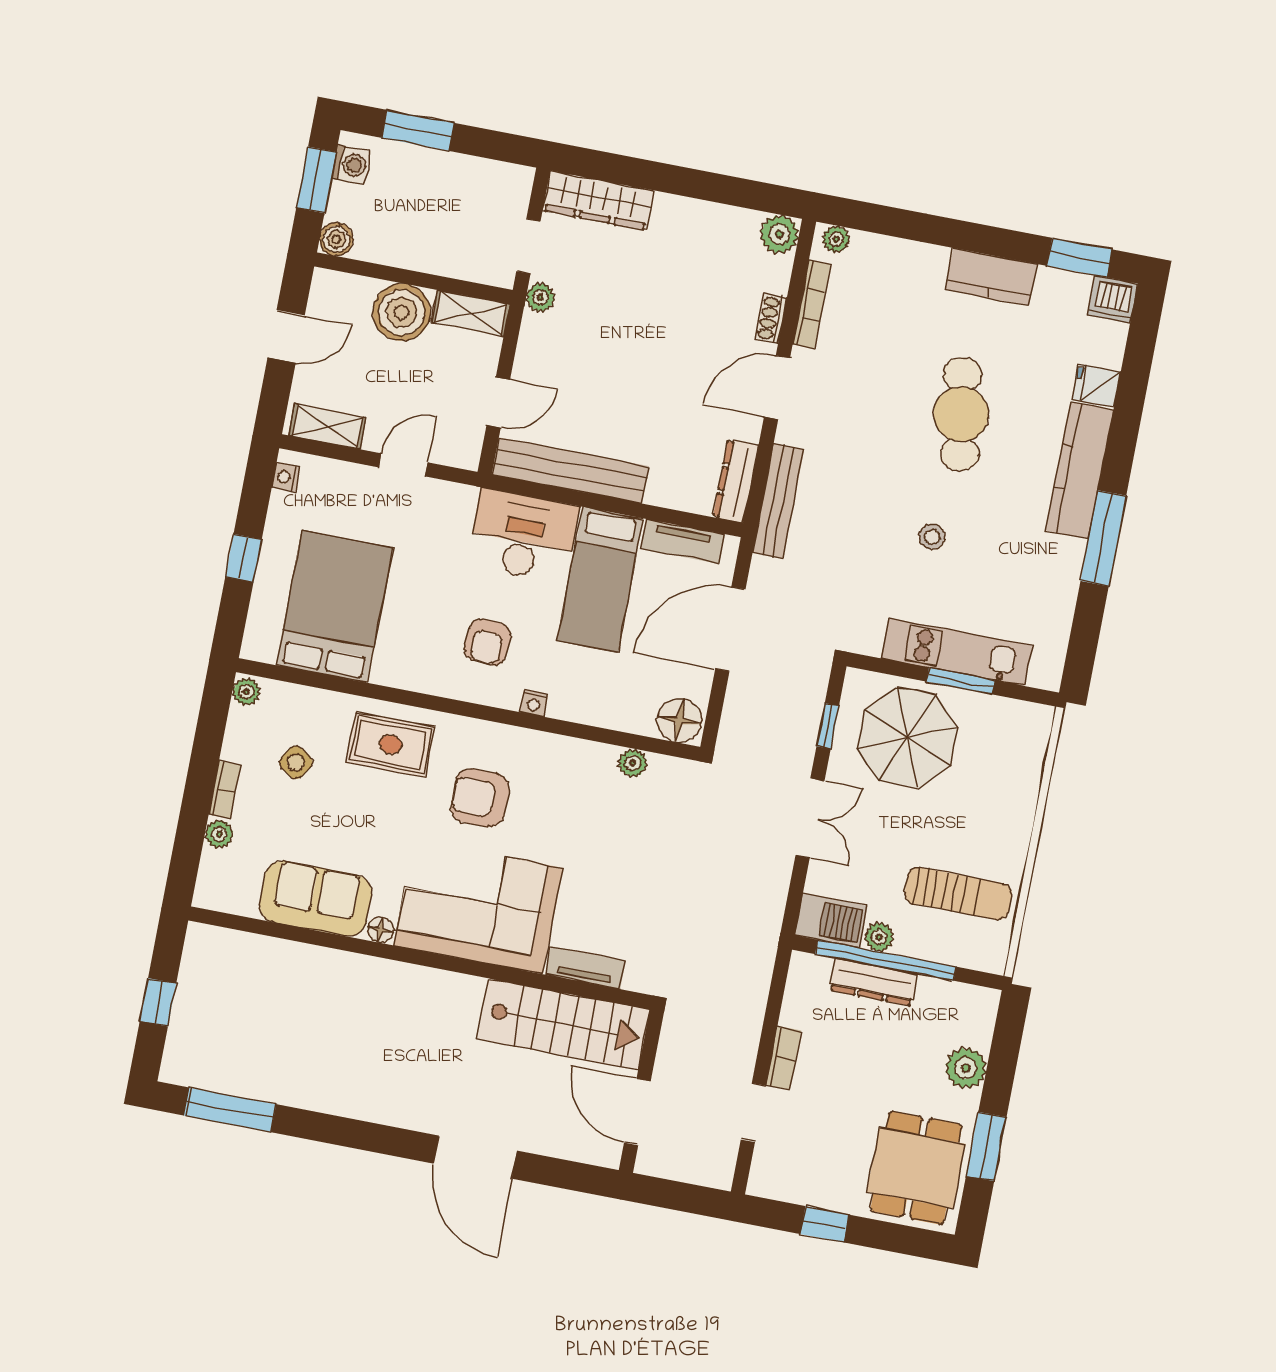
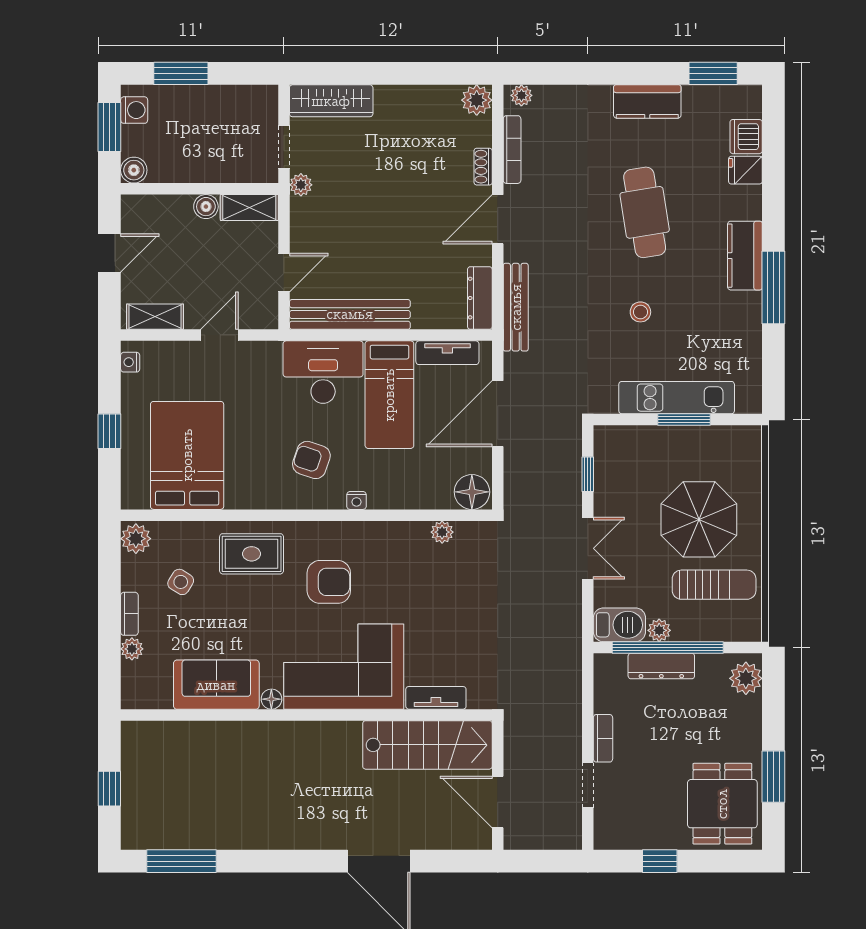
dishwasher: (1113, 299) -> (746, 137), moved, turned 90
boiler: (402, 312) -> (206, 207), width x0.54, depth x0.54
kitchen counter: (1080, 470) -> (745, 256), width x0.67
armchair: (488, 642) -> (311, 460), turned 105
plant: (246, 692) -> (136, 539), width x1.38, depth x1.38
parasol: (907, 738) -> (699, 519), moved
armchair: (480, 798) -> (329, 582), turned 180
plant: (966, 1068) -> (746, 678), moved

